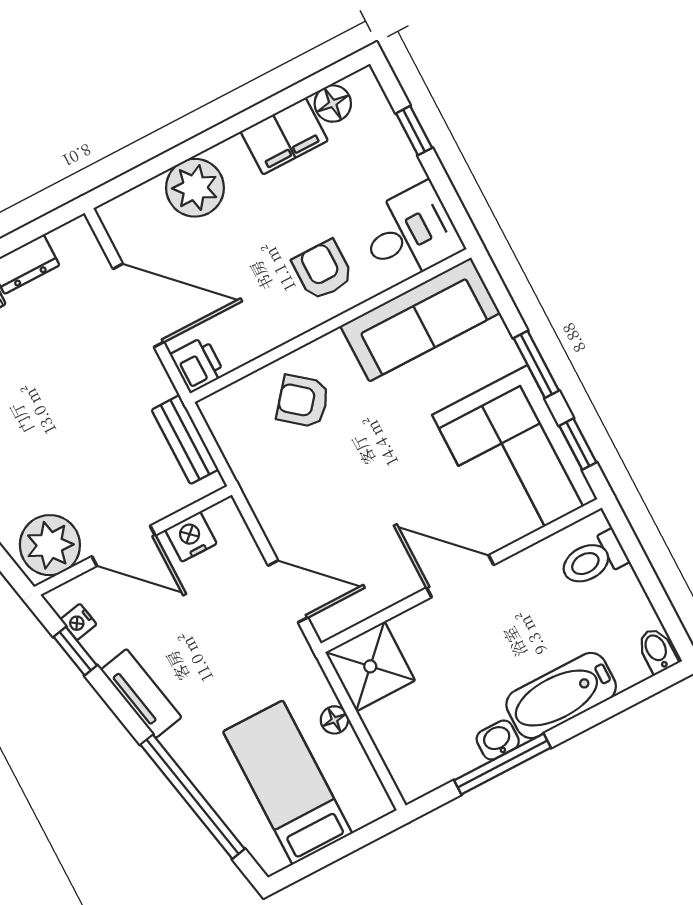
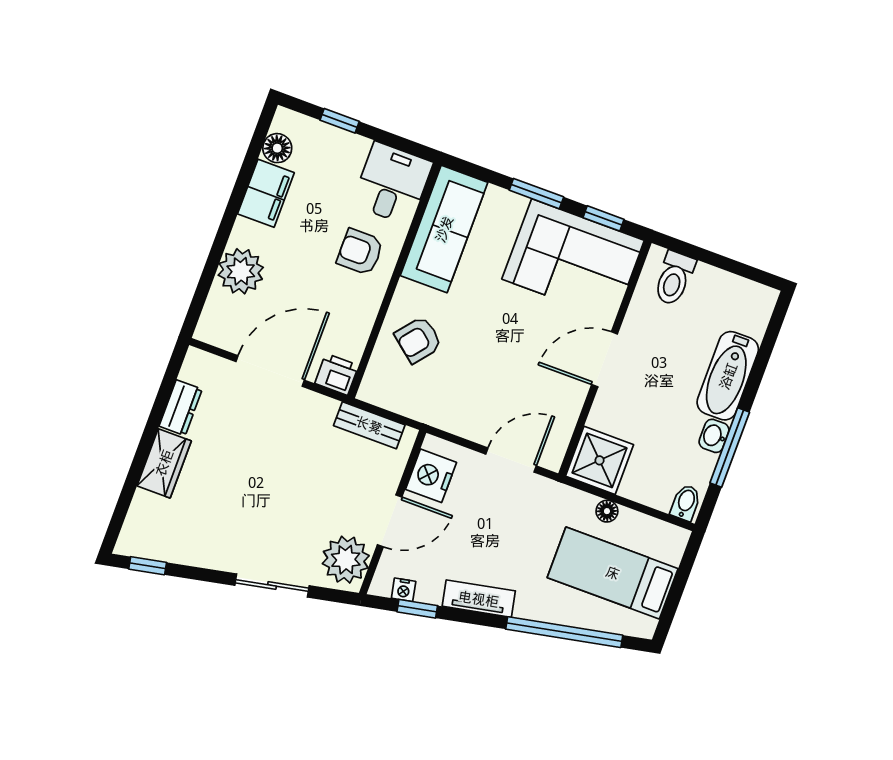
nightstand: (191, 537) -> (431, 476), width x1.36, depth x1.33
bidet: (657, 650) -> (686, 503), moved, turned 90

